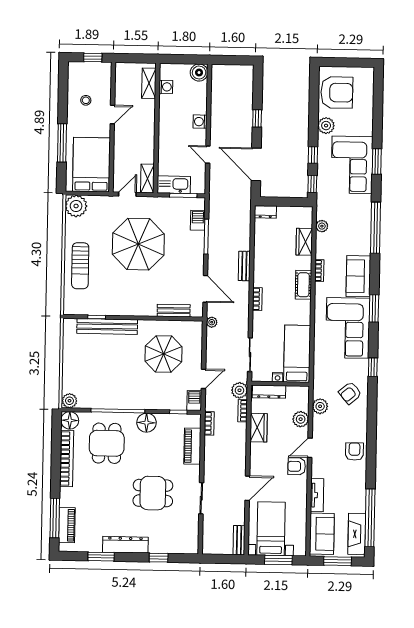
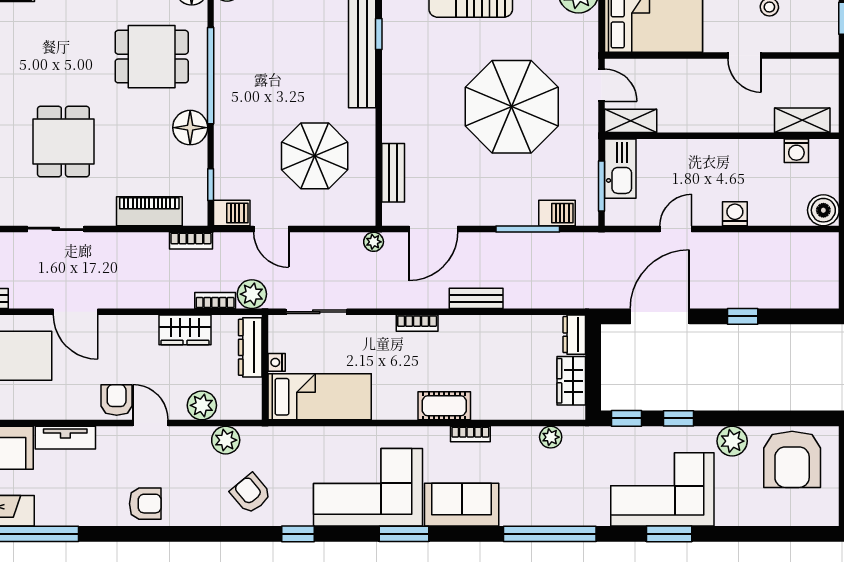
wardrobe: (304, 242) -> (571, 381), moved, turned -90

